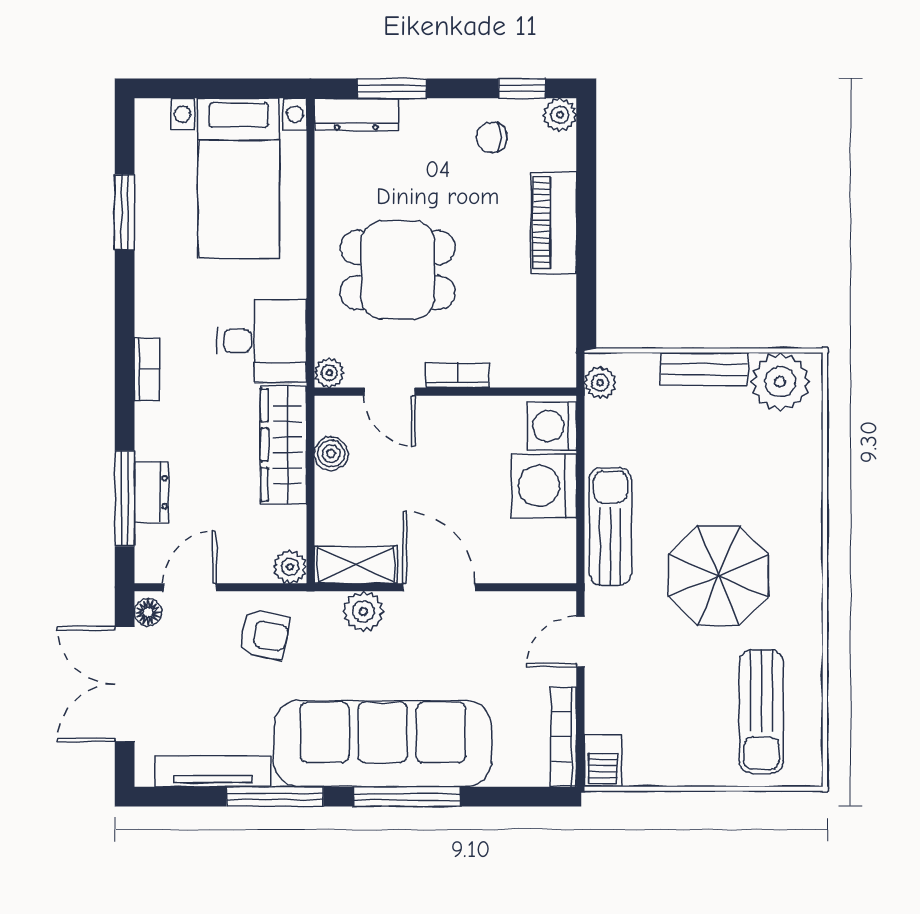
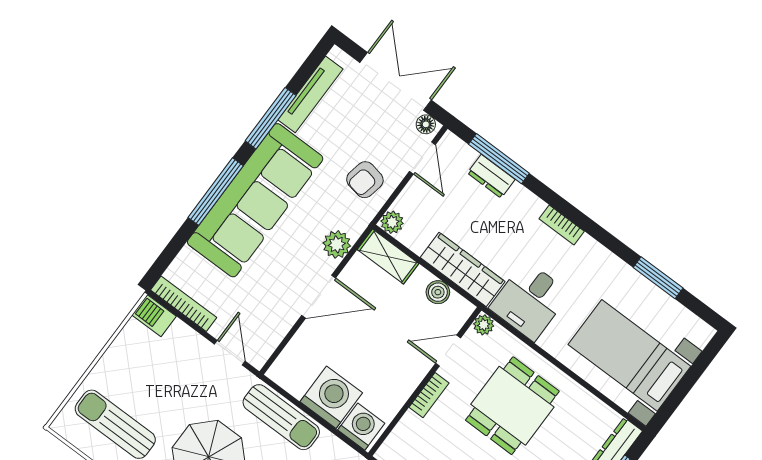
shelving: (356, 565) -> (388, 257), moved, turned 90

